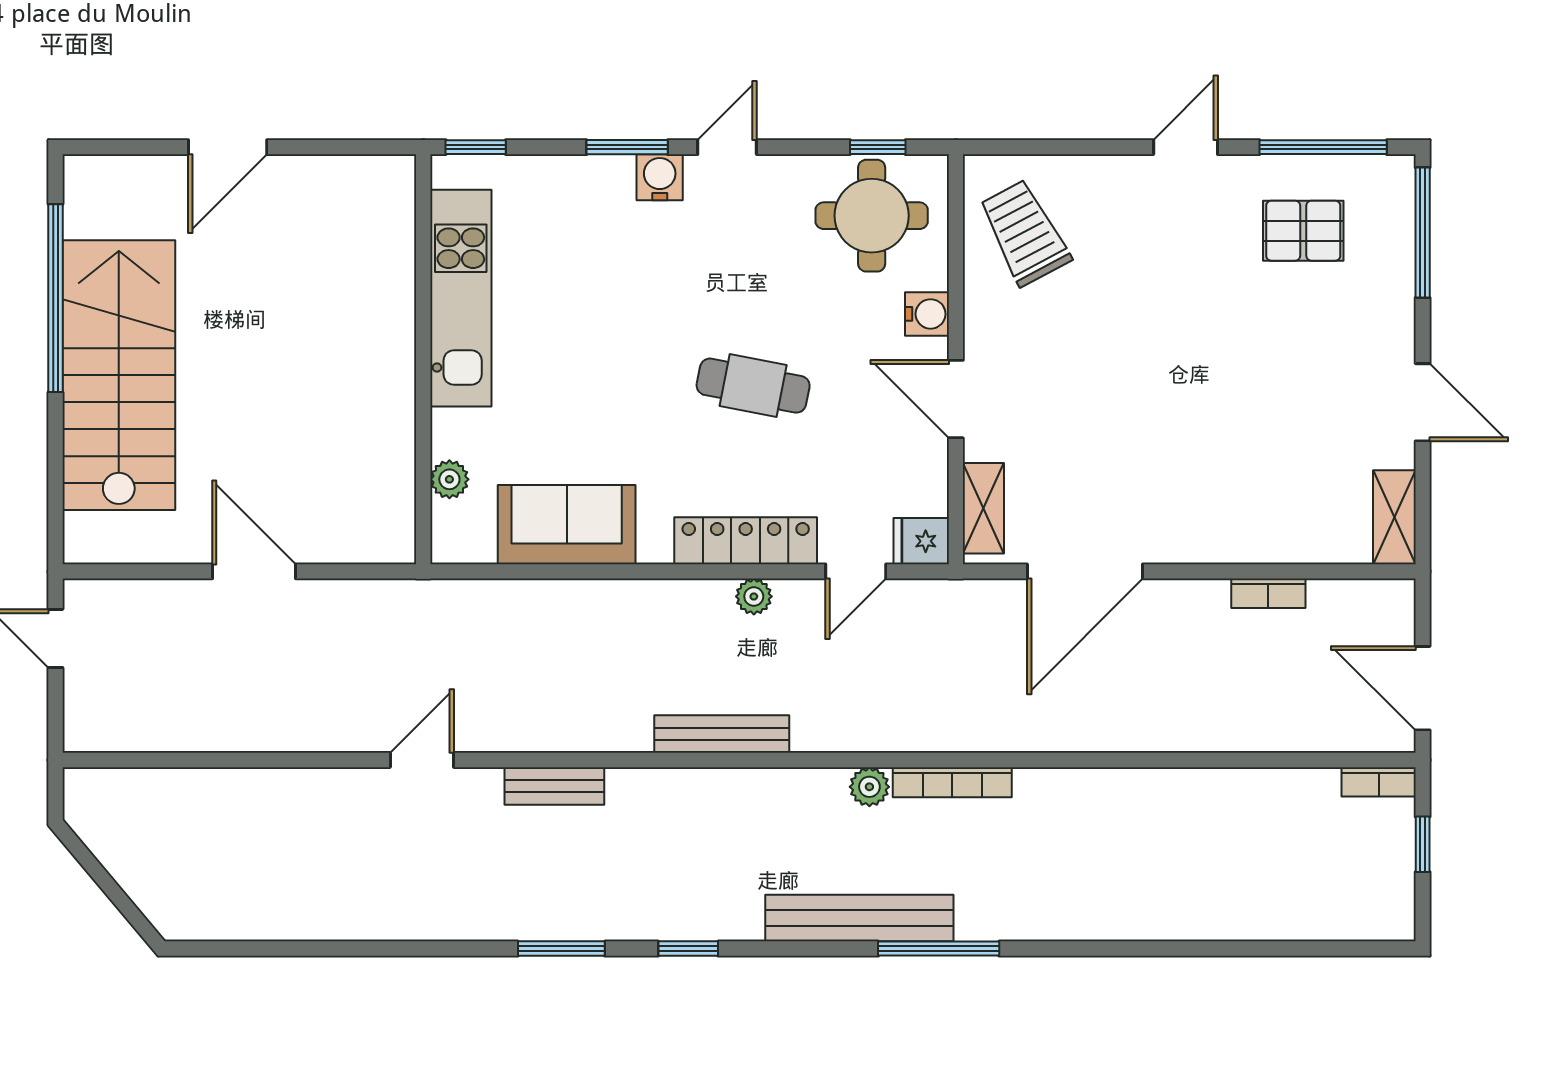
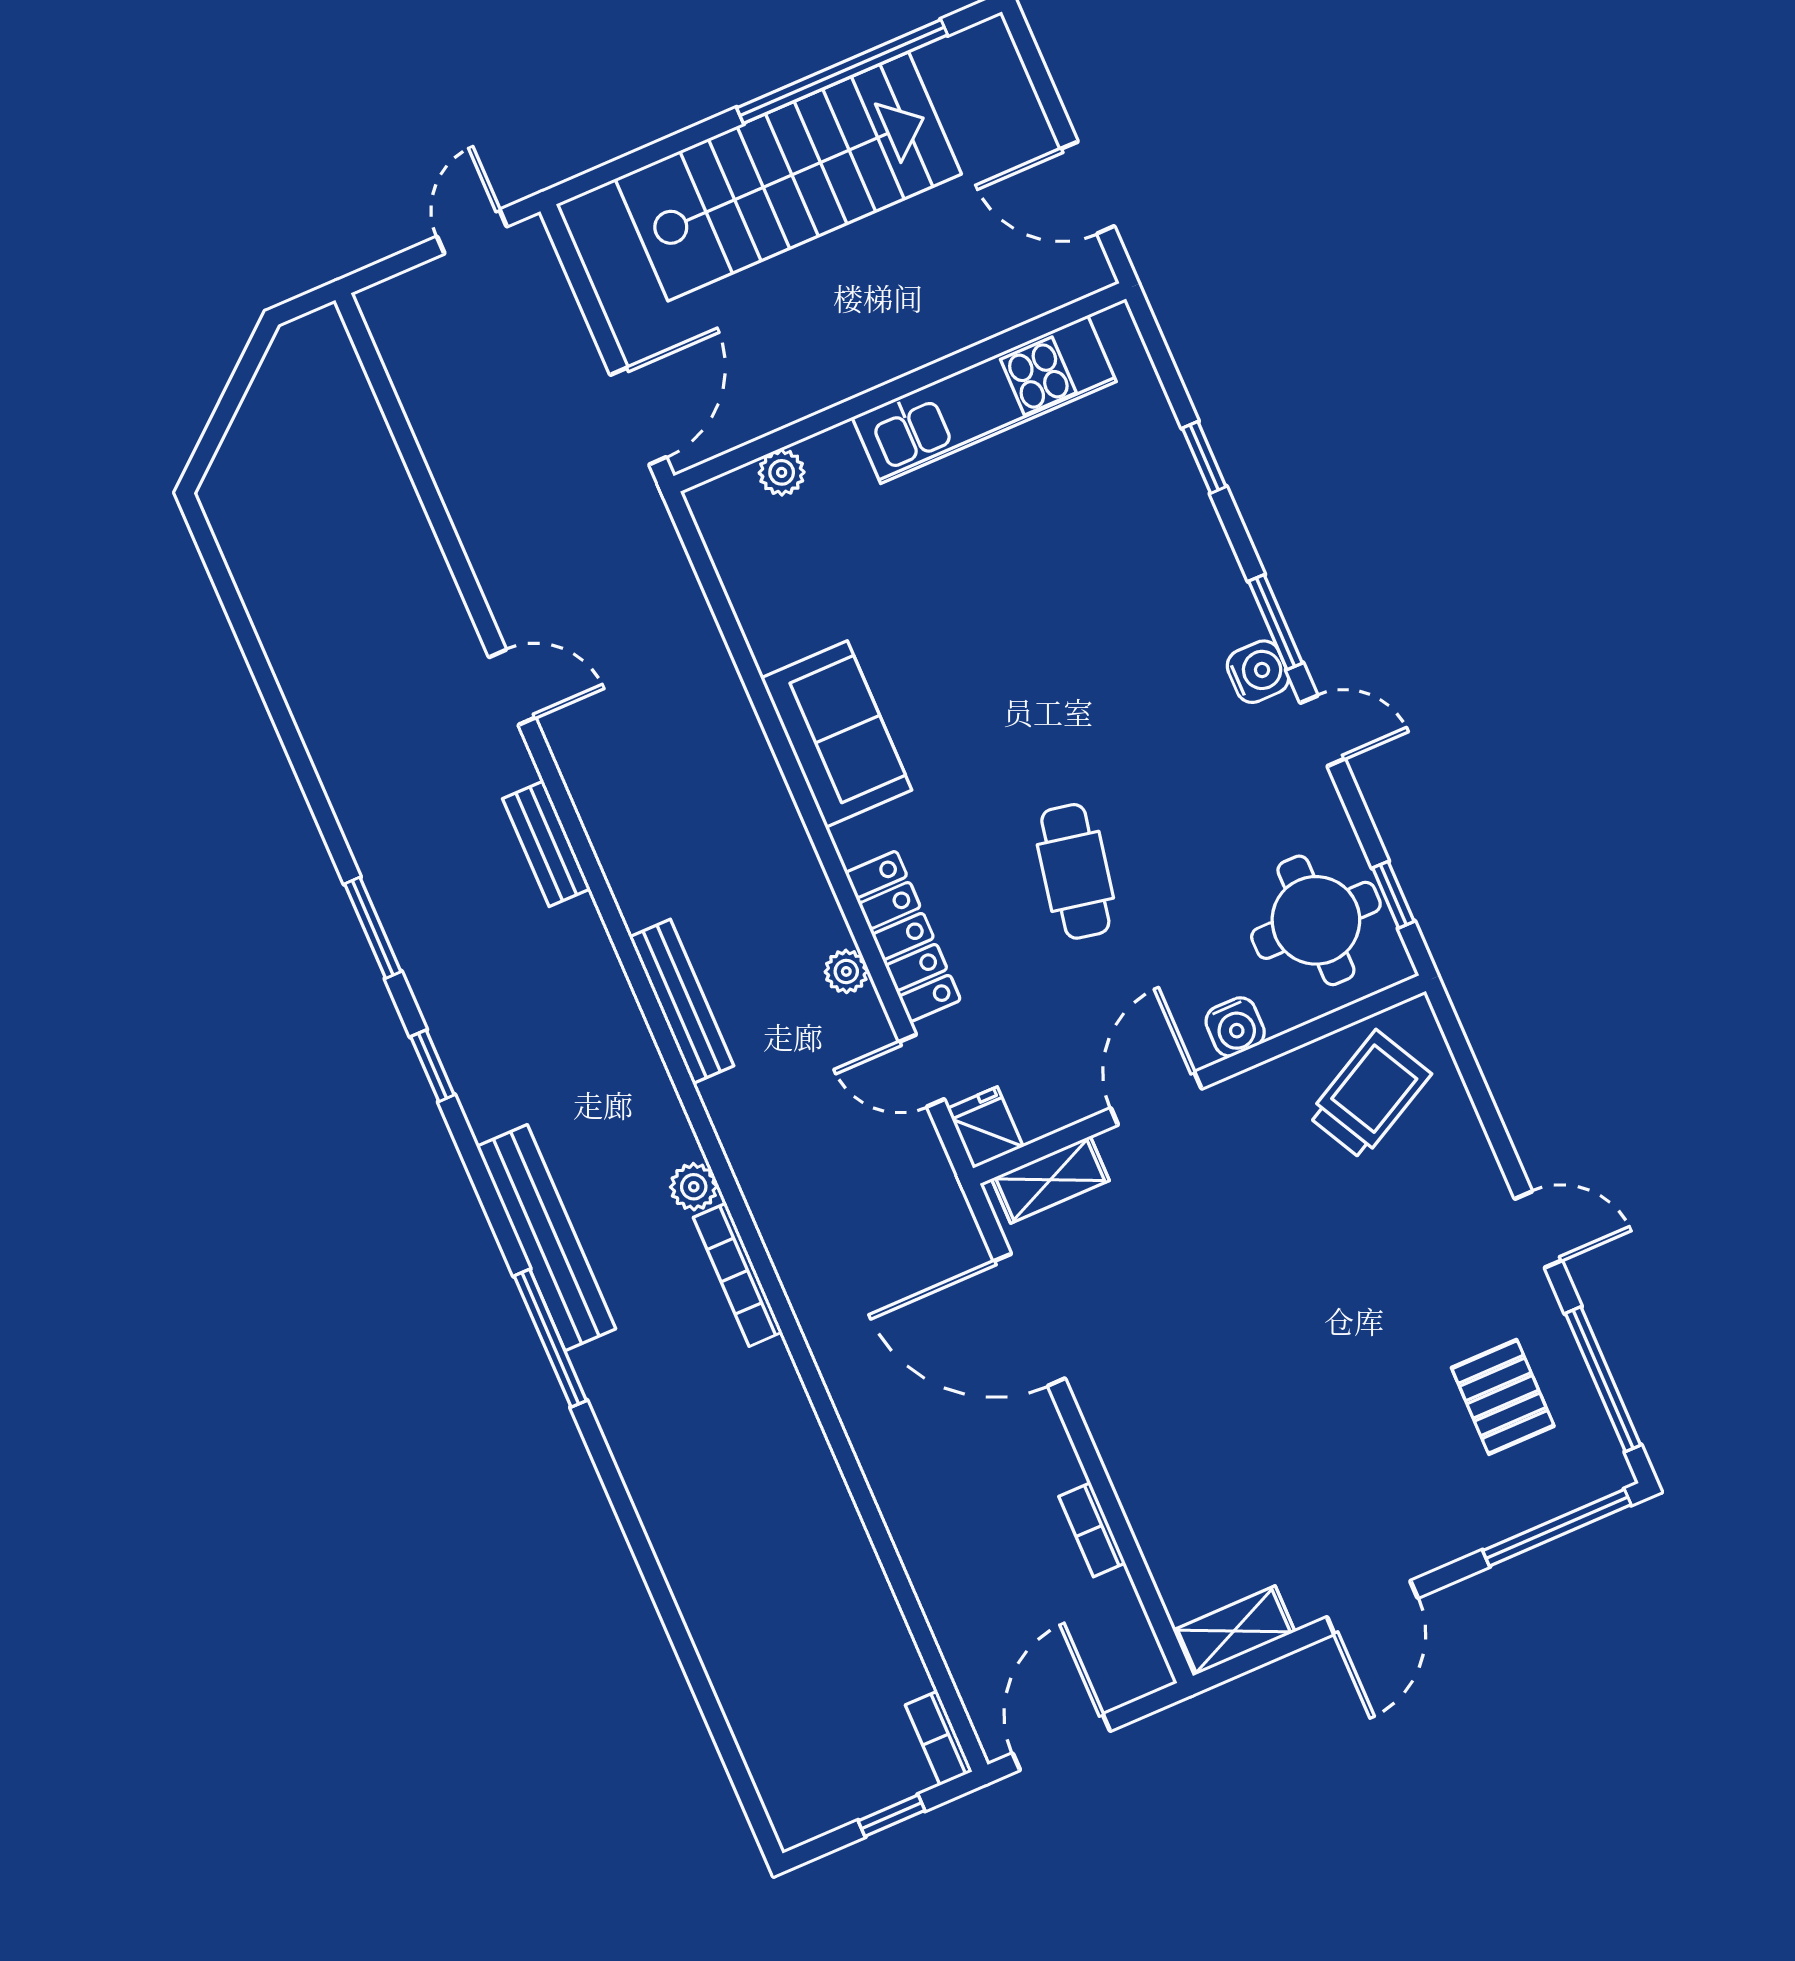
kitchen unit: (461, 298) -> (984, 399), moved
wall: (423, 359) -> (900, 387), moved
plant: (449, 479) -> (782, 472), moved

